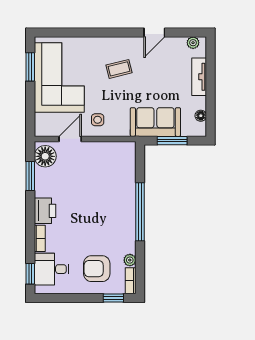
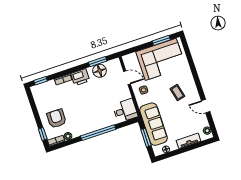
sofa: (155, 122) -> (154, 124), width x1.36
floor lamp: (45, 156) -> (100, 71), moved
desk: (52, 269) -> (125, 111), moved, turned 90

